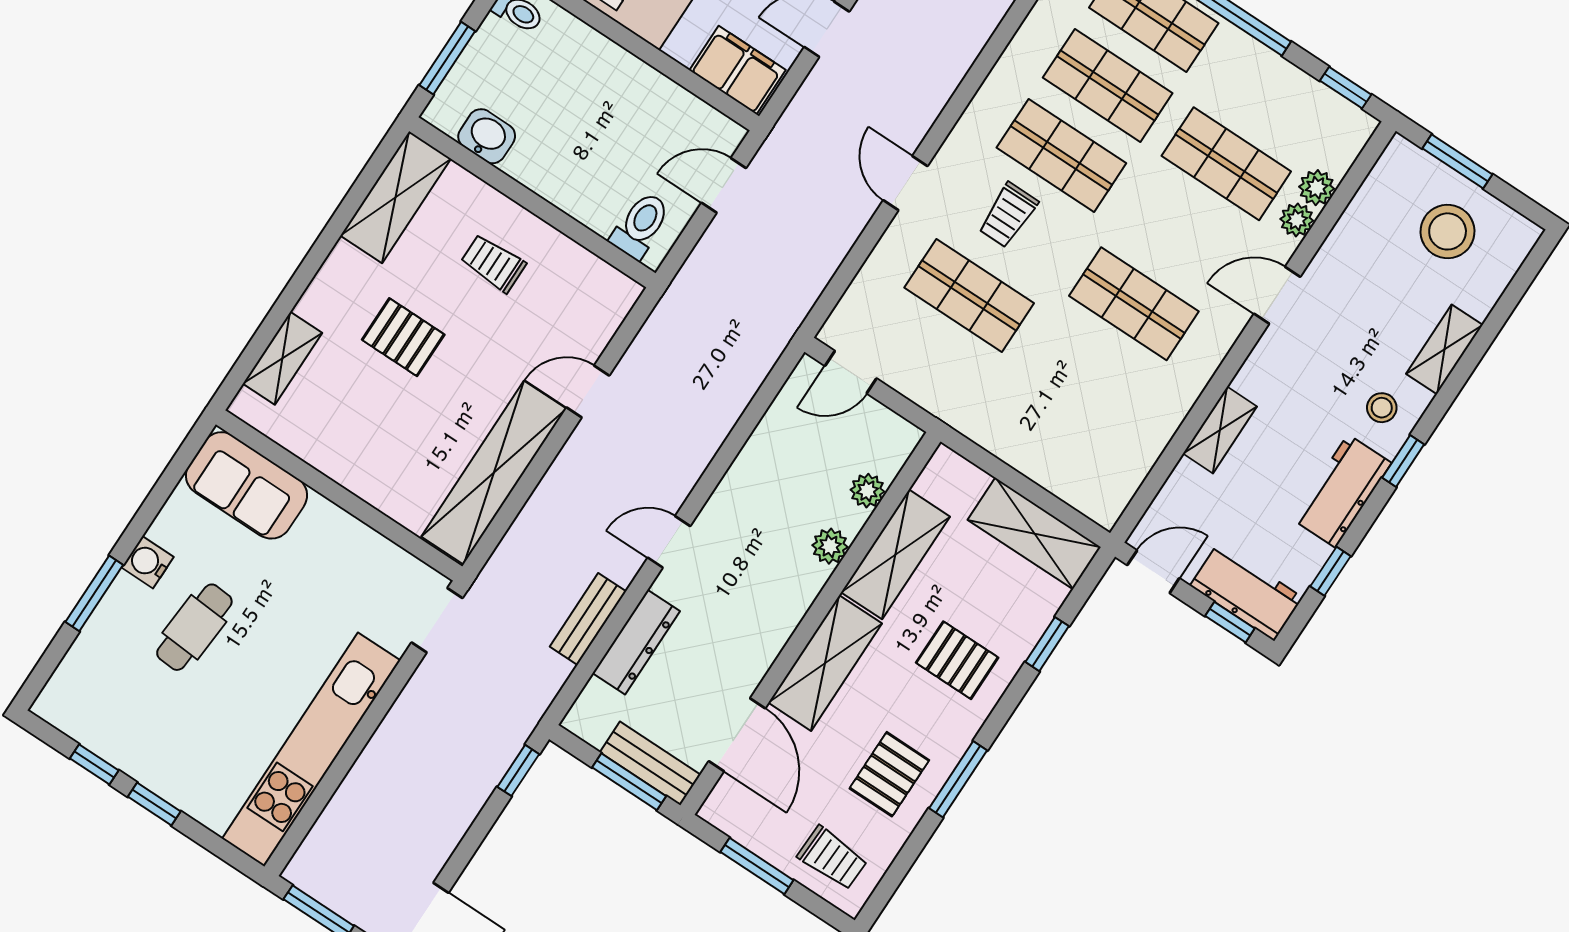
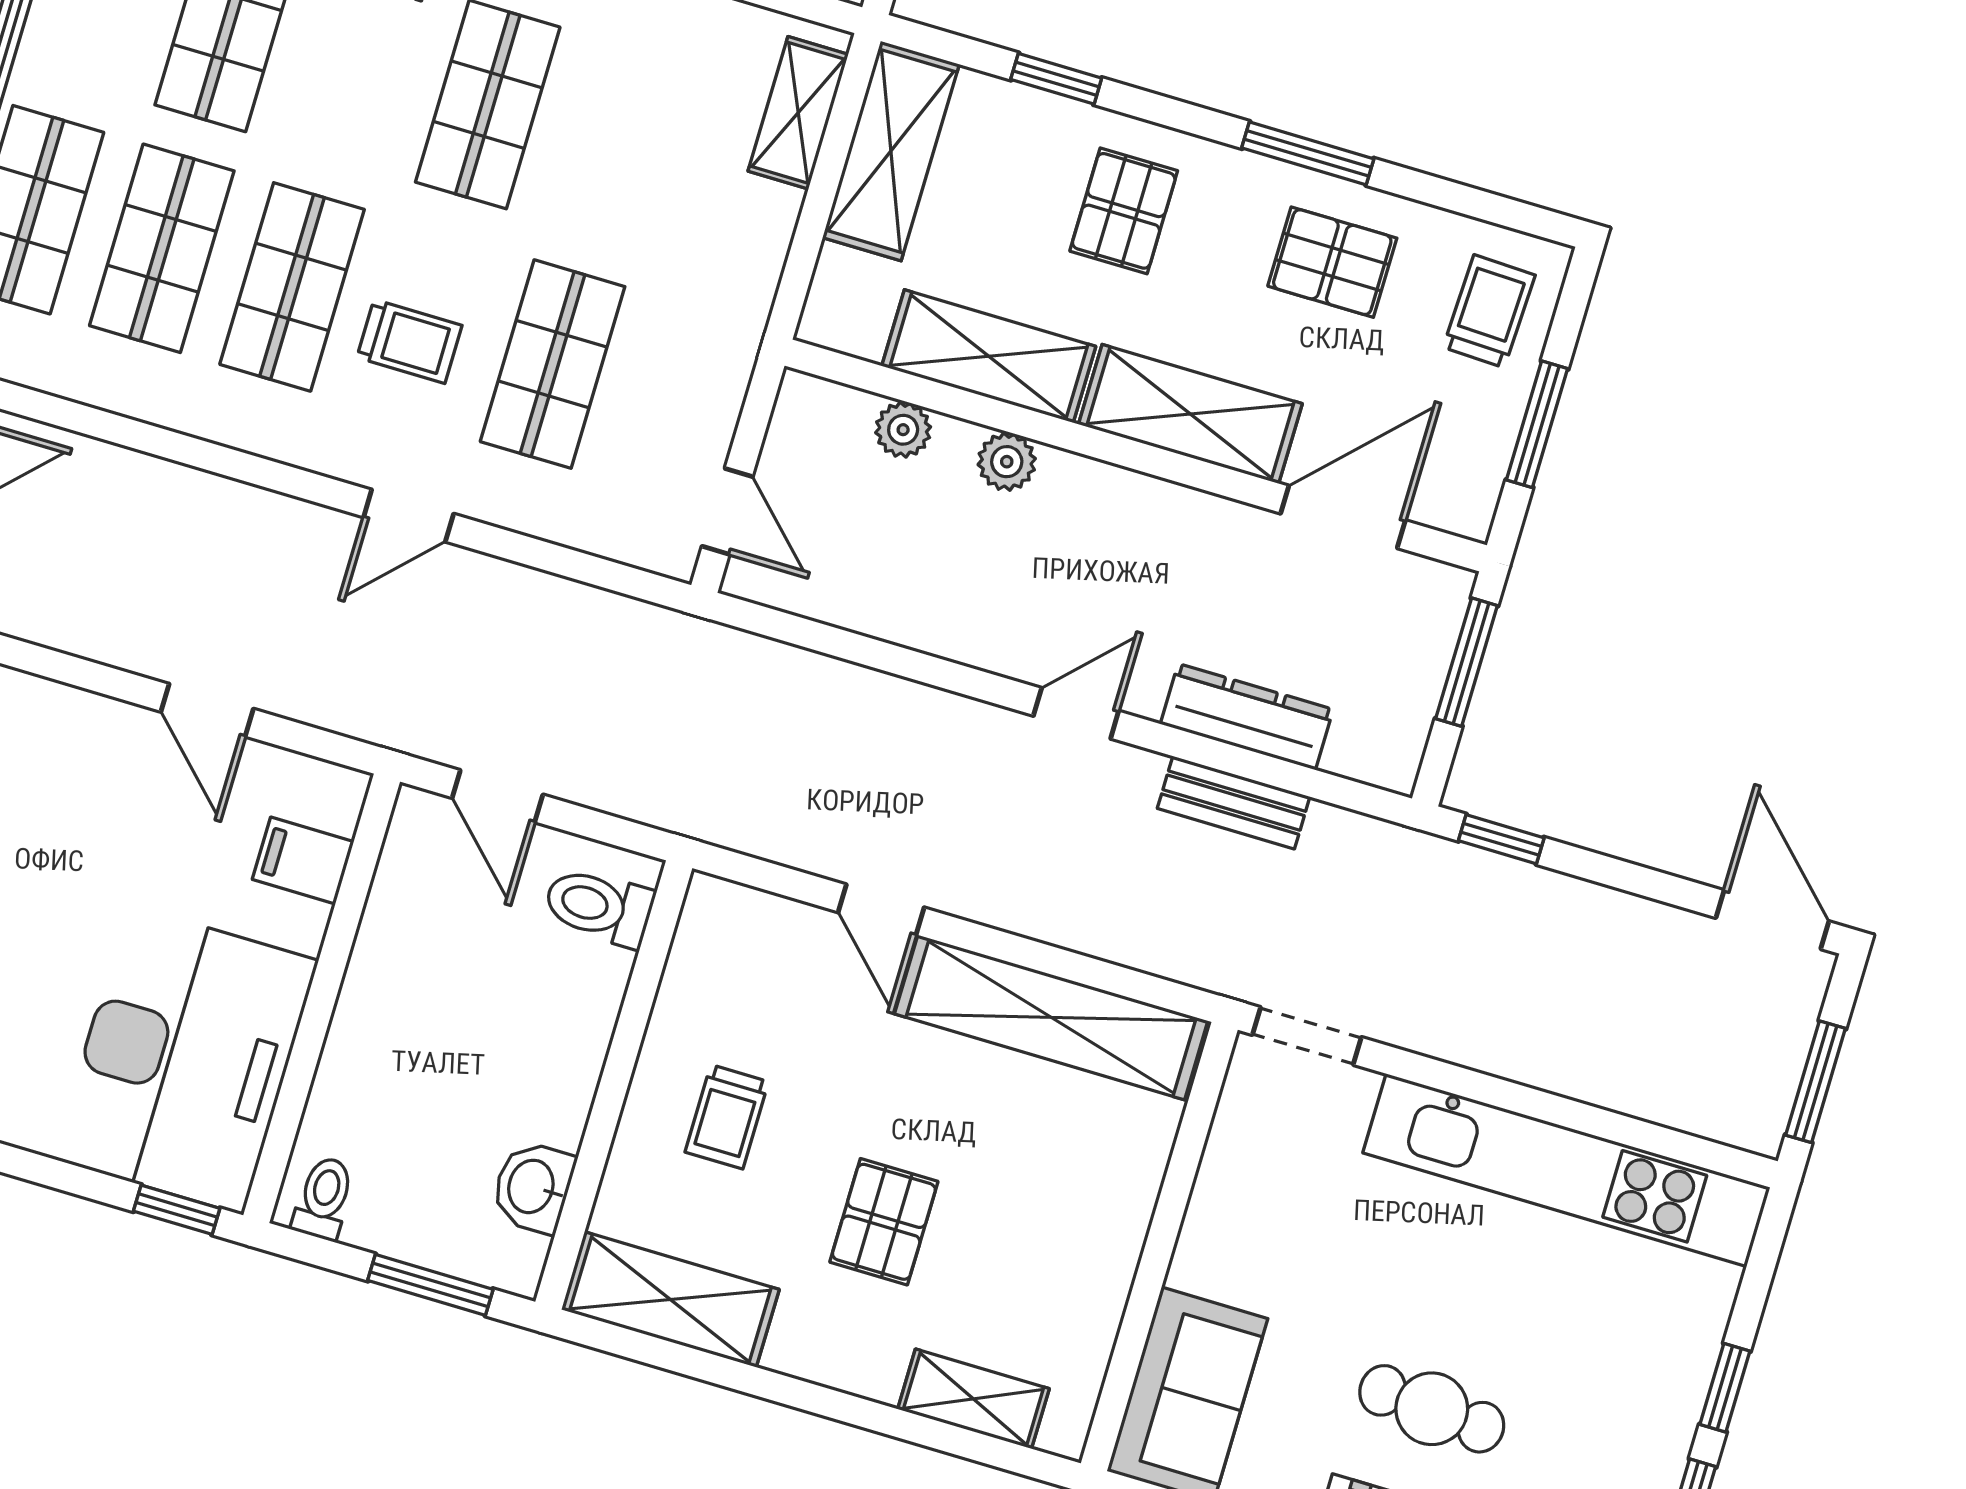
filing cabinet: (737, 70) -> (303, 861), width x0.50
shelving: (1073, 486) -> (798, 113), added
door: (669, 542) -> (1076, 713), swing flipped
bench: (650, 763) -> (1428, 638), removed

